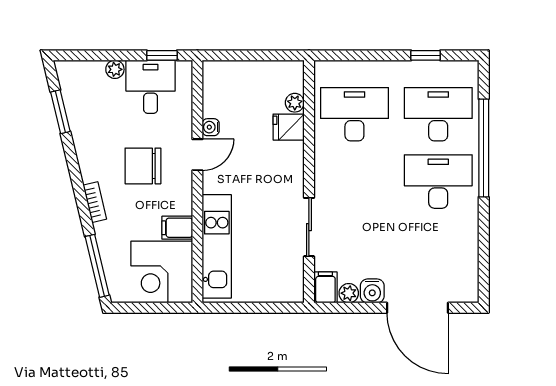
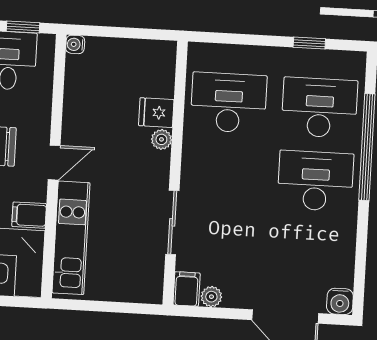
plant: (295, 103) -> (161, 139), moved
water cooler: (211, 127) -> (75, 44), moved
door: (197, 155) -> (54, 163), moved
water cooler: (372, 291) -> (340, 301), moved

